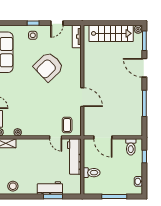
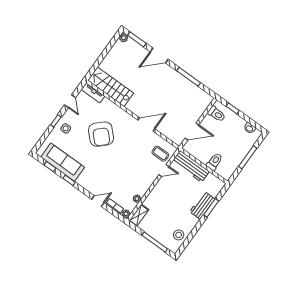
stairs: (111, 33) -> (111, 87), moved, turned -90

